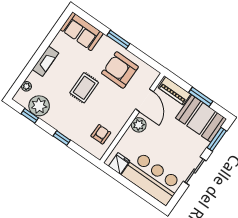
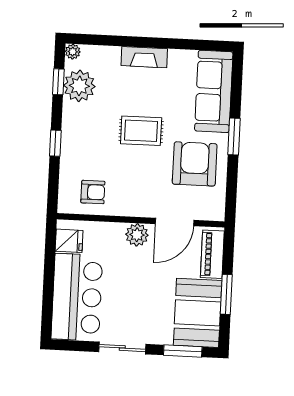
sofa: (82, 31) -> (214, 91), width x1.36
plant: (26, 86) -> (73, 52), moved

